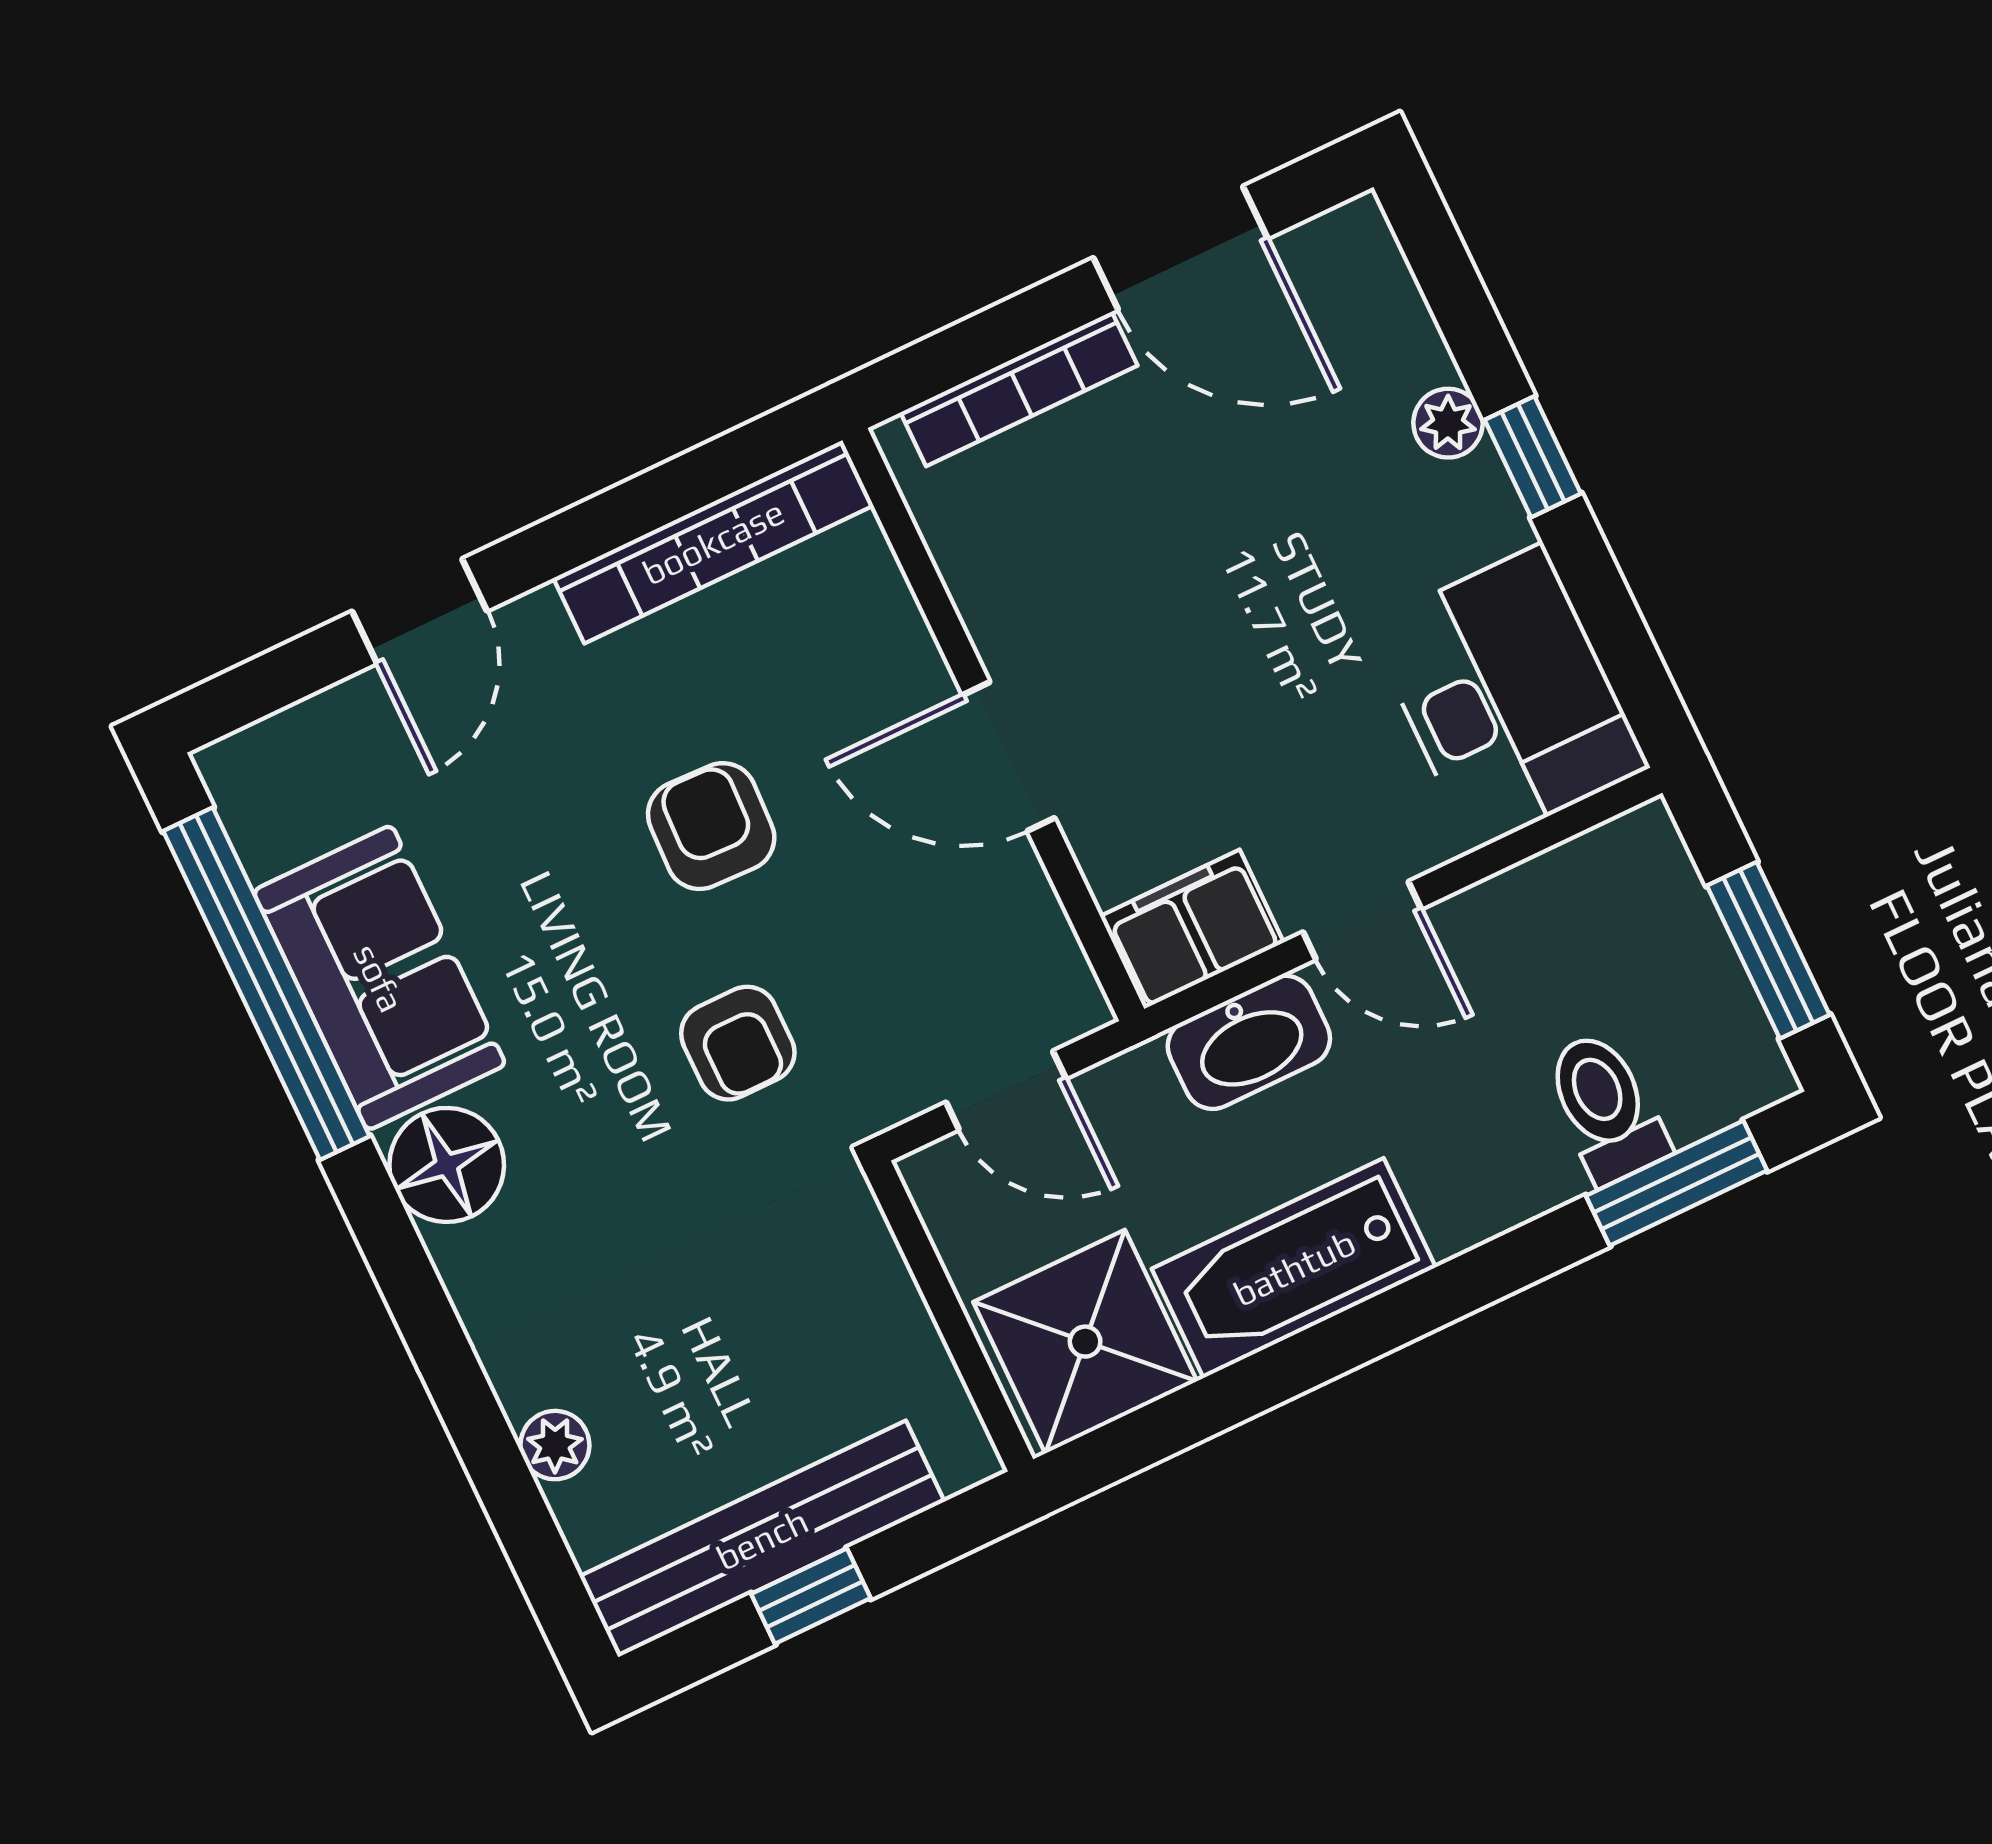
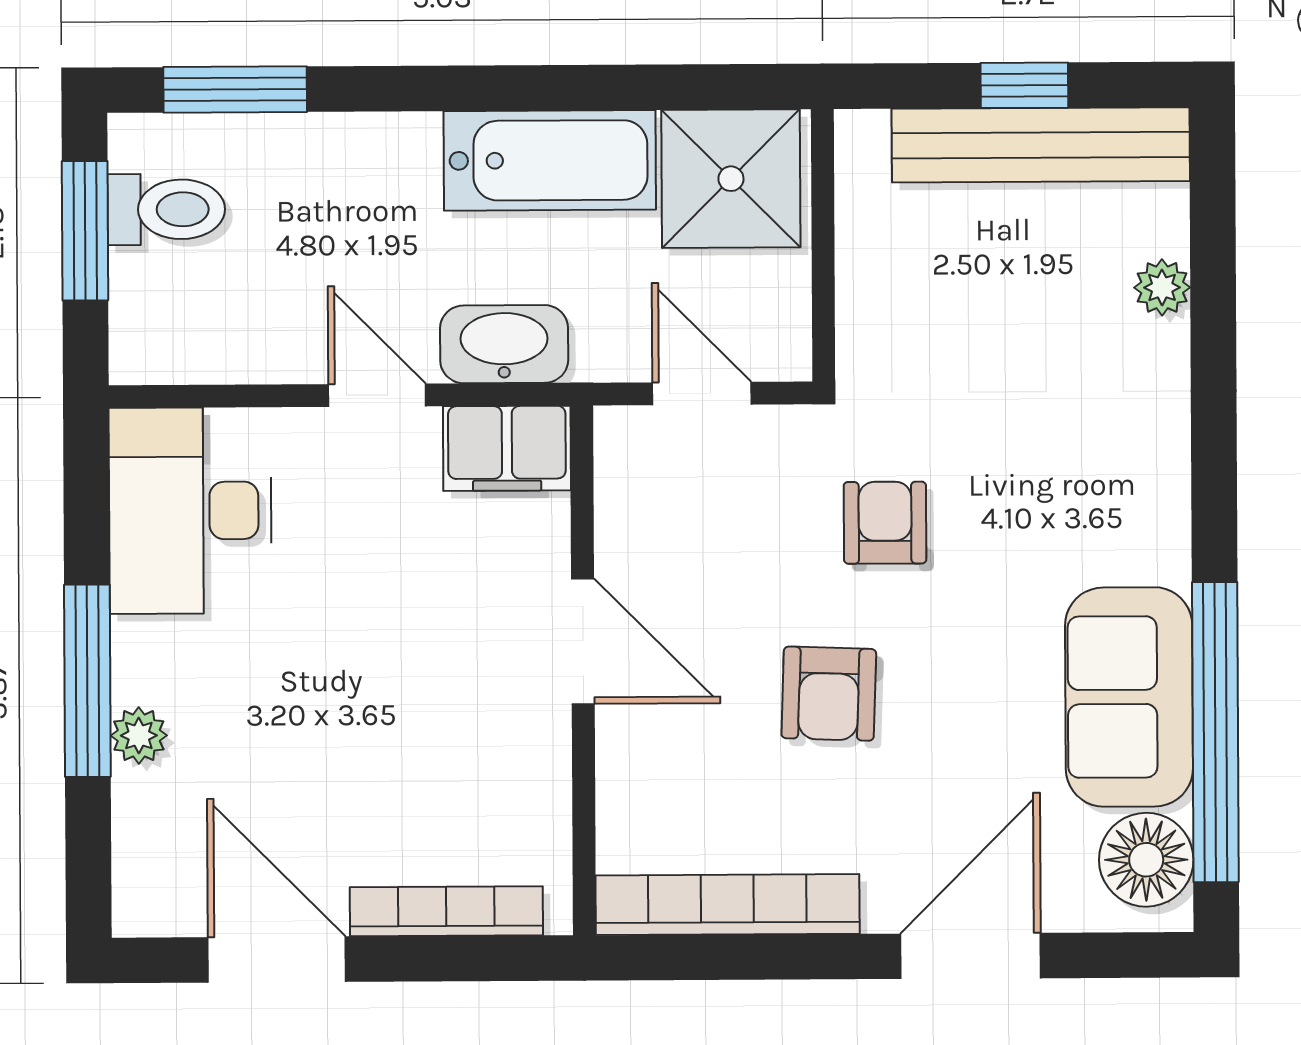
window: (1533, 457) -> (87, 681), width x2.17
door: (420, 611) -> (971, 956), width x1.38
toilet: (1606, 1107) -> (166, 209), moved, turned -90
floor lamp: (447, 1165) -> (1146, 860), moved

